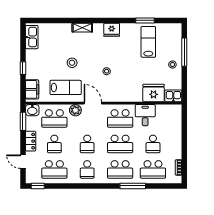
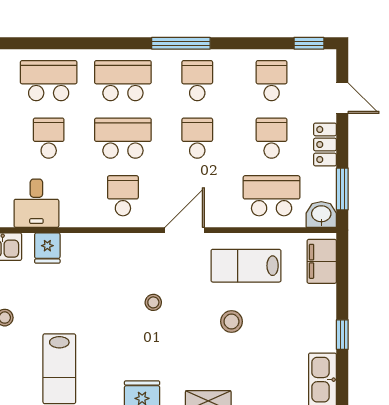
window: (23, 68) -> (342, 335), moved
fridge: (154, 93) -> (47, 248), width x0.53, depth x0.75
door: (93, 103) -> (185, 230), swing flipped
plant: (75, 110) -> (224, 214), removed
desk: (145, 115) -> (36, 203), moved
school desk: (120, 118) -> (123, 196), width x0.54
school desk: (54, 169) -> (272, 81), width x0.54
window: (133, 186) -> (181, 43), moved

